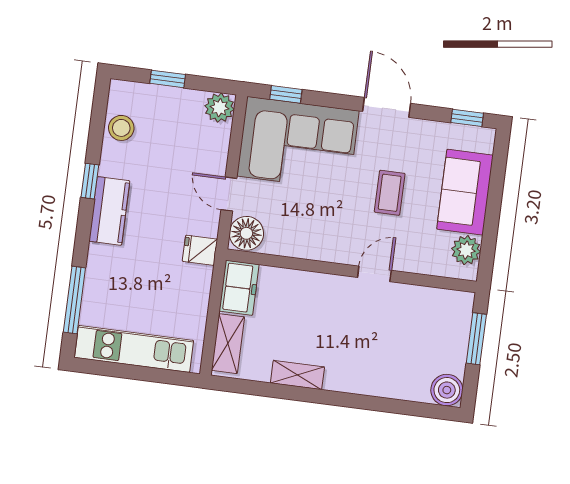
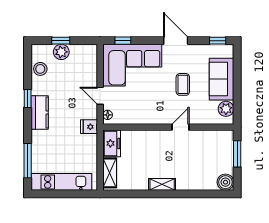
plant: (220, 108) -> (61, 52), moved
floor lamp: (246, 233) -> (108, 115), width x0.53, depth x0.53
shelving: (297, 375) -> (162, 184), moved

